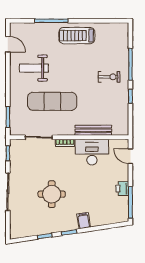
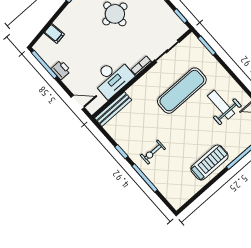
weight bench: (34, 68) -> (221, 105), turned -90
bench: (93, 130) -> (113, 109), moved
filing cabinet: (84, 221) -> (54, 34), moved

